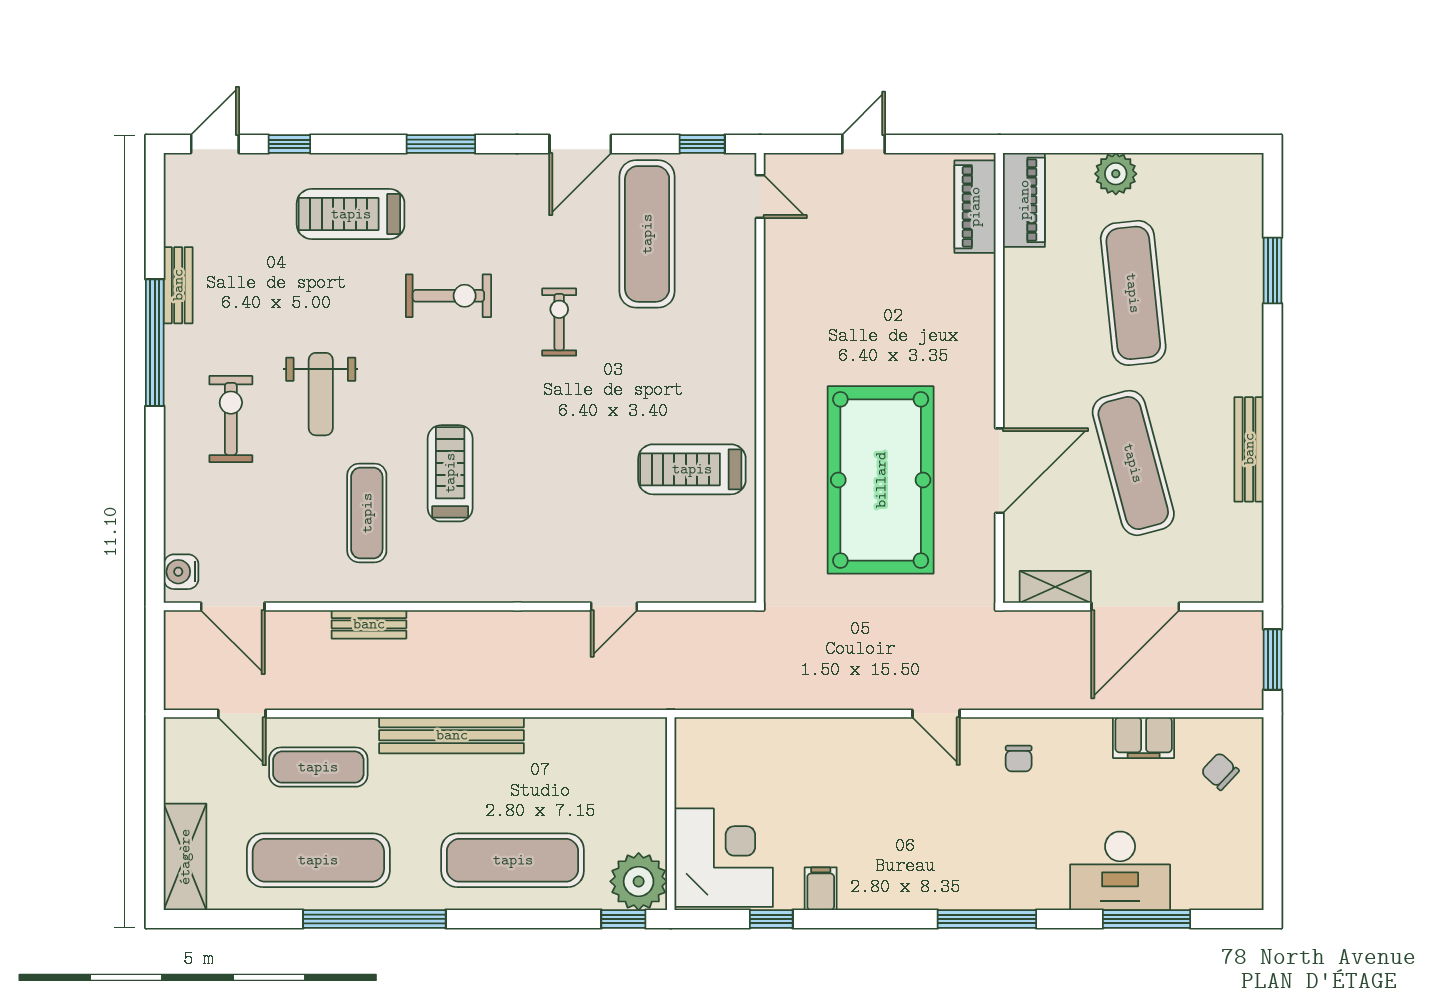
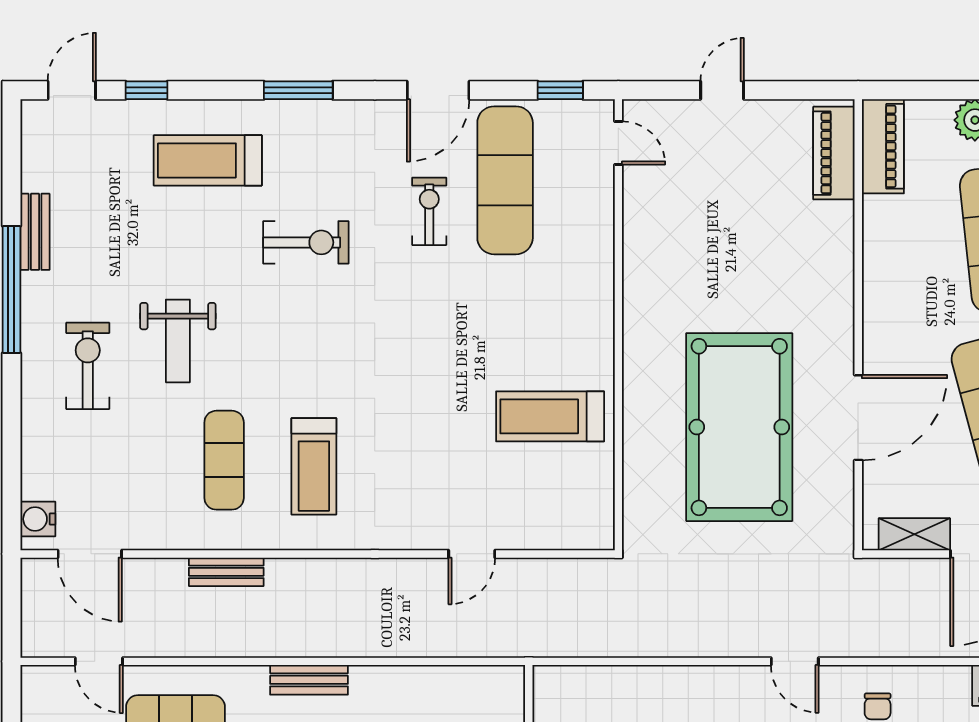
exercise bike: (559, 322) -> (429, 211), moved
treadmill: (450, 473) -> (314, 466), moved, turned 180
bench: (452, 735) -> (309, 680), width x0.54, depth x0.82

